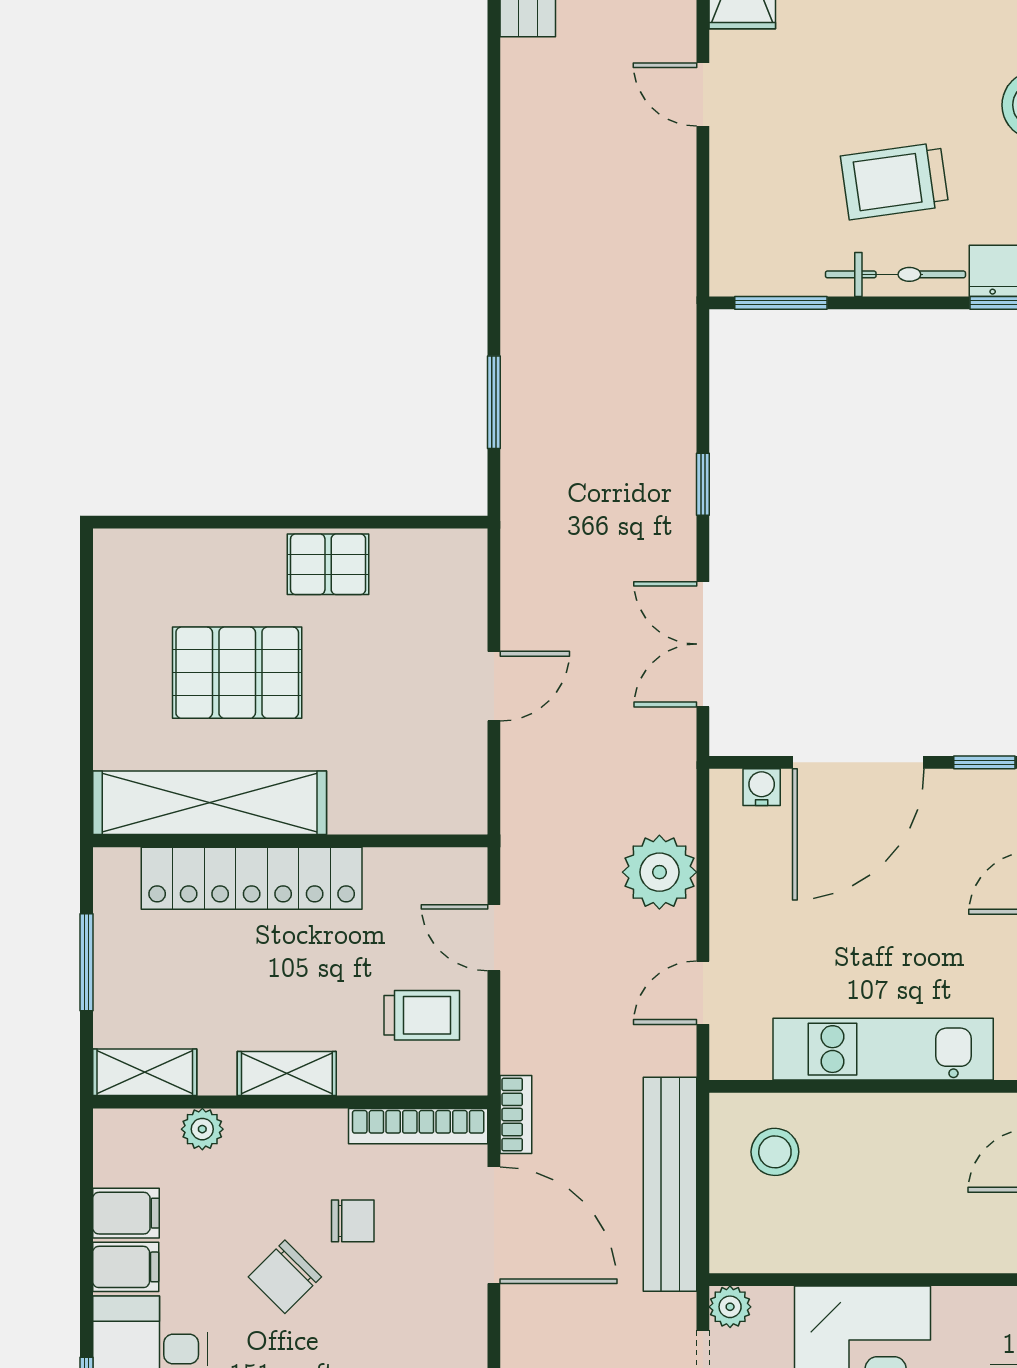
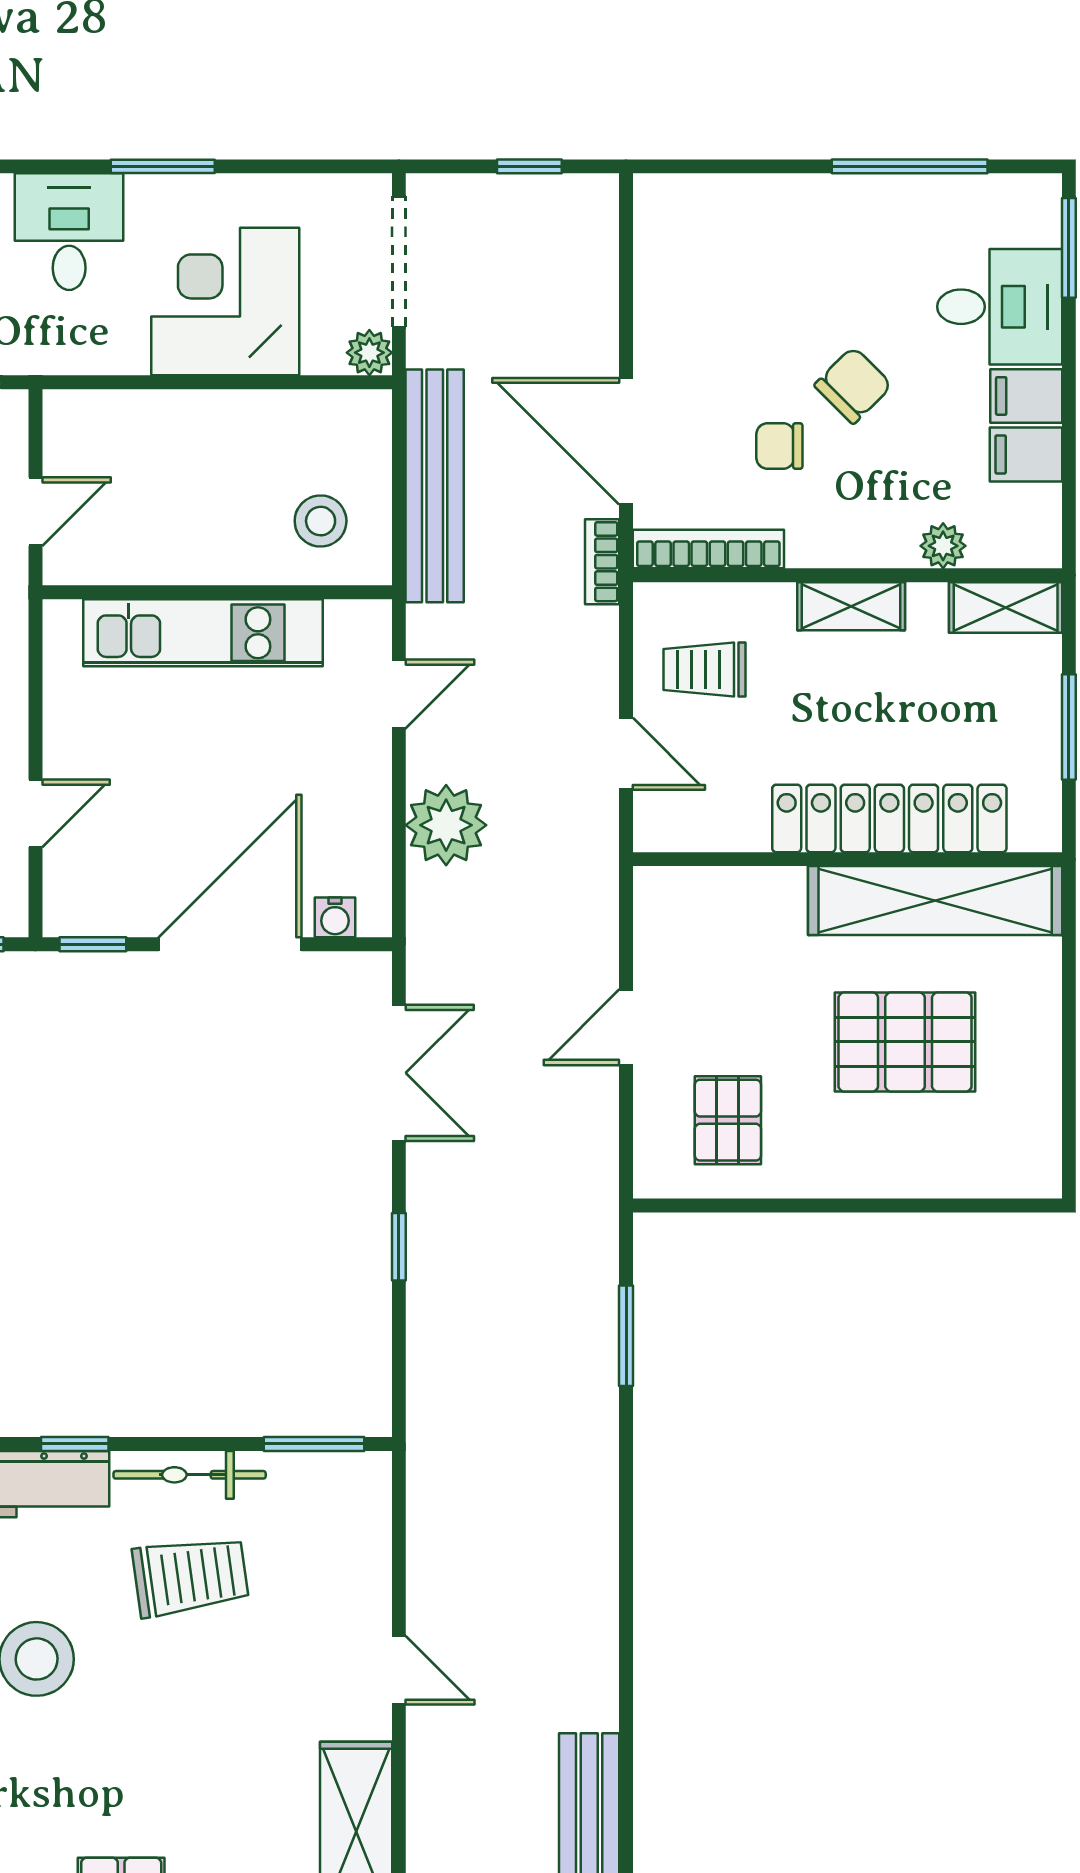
pallet: (328, 564) -> (728, 1120), moved, turned 90

